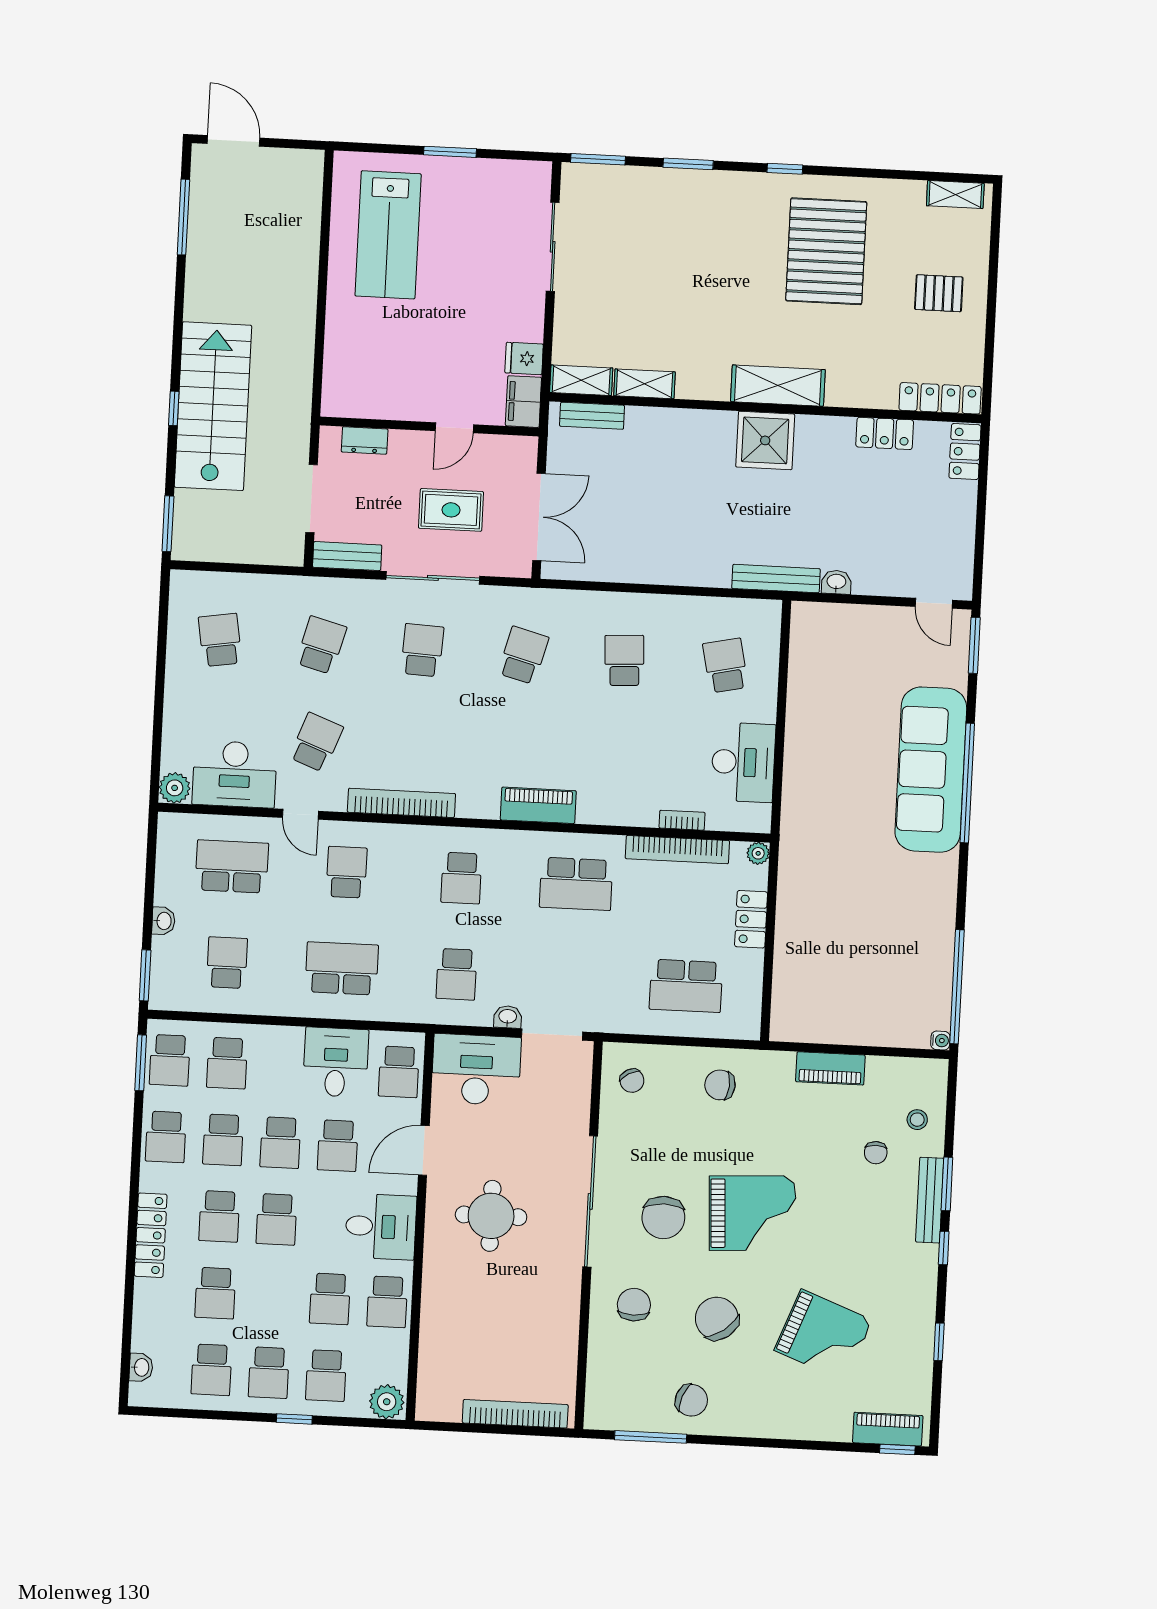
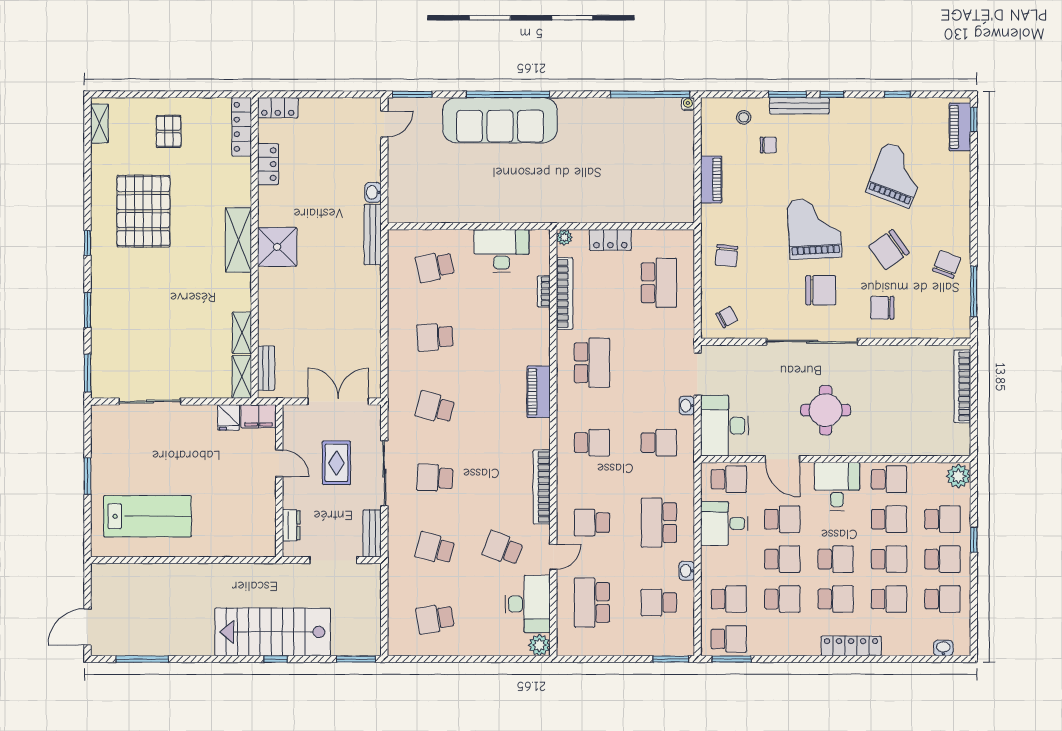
pallet: (826, 251) -> (143, 211), turned 90
washbasin: (163, 921) -> (687, 571), moved, turned -90
school desk: (166, 1137) -> (889, 559), moved

